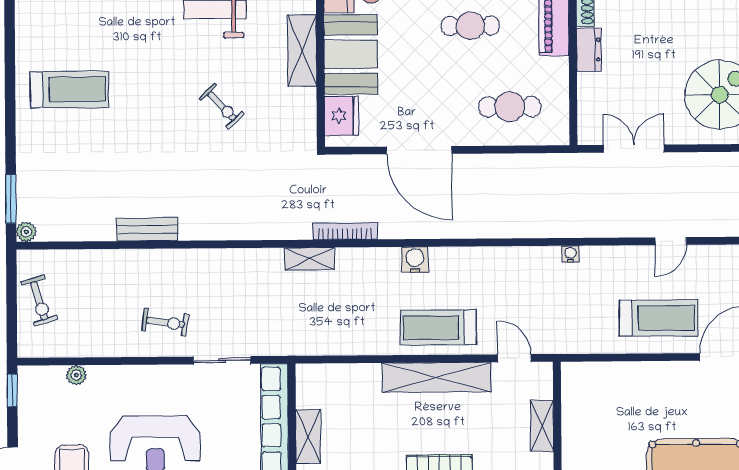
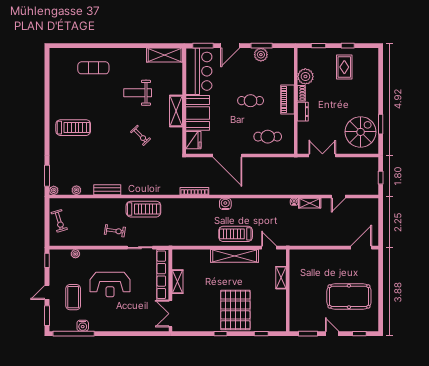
plant: (78, 231) -> (76, 190), added
shelving: (309, 259) -> (310, 203), moved
treadmill: (658, 318) -> (143, 209), moved

